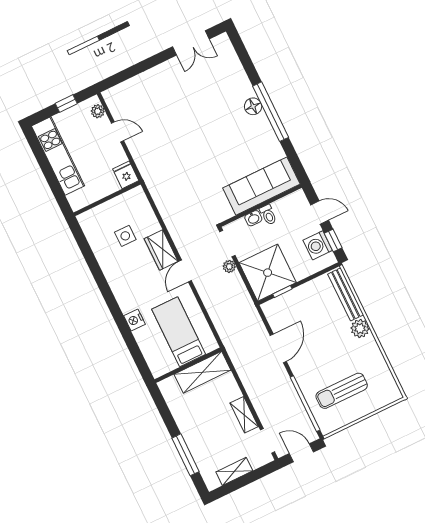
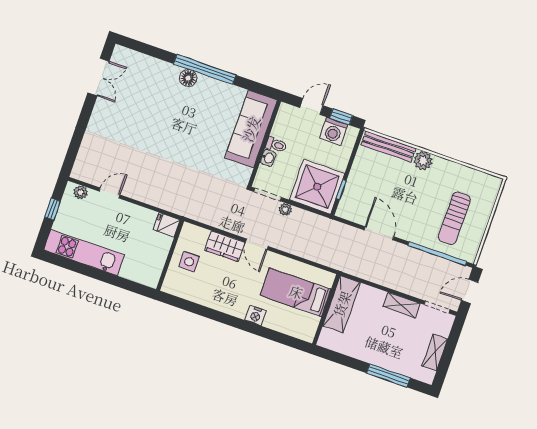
fridge: (126, 175) -> (167, 225), moved
wall: (107, 198) -> (170, 255), moved

